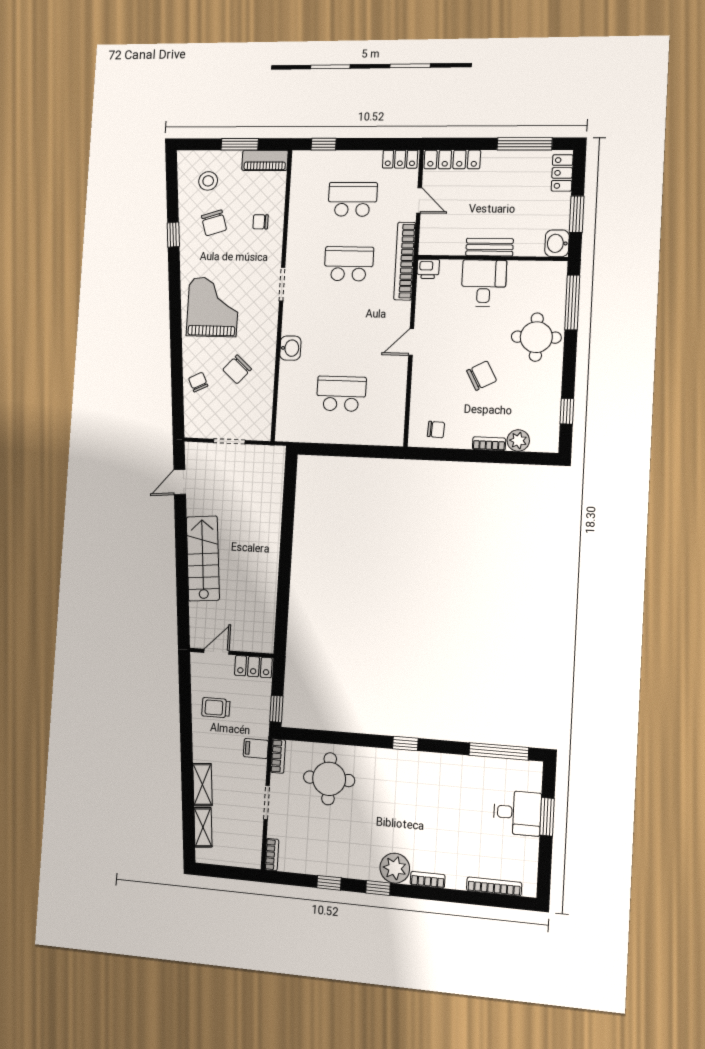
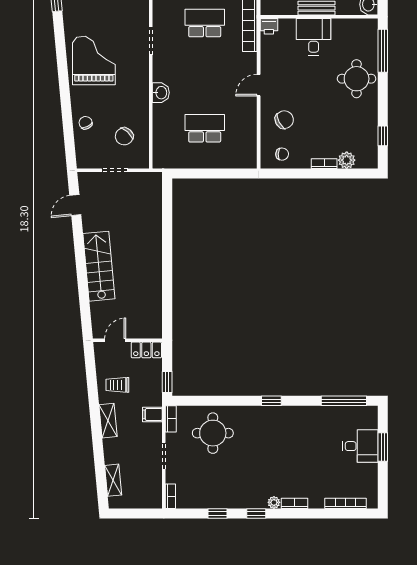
chair: (237, 369) -> (124, 136), moved
chair: (482, 376) -> (284, 120), moved
shelving: (202, 785) -> (108, 421), moved
plant: (395, 868) -> (274, 502), width x0.53, depth x0.53

